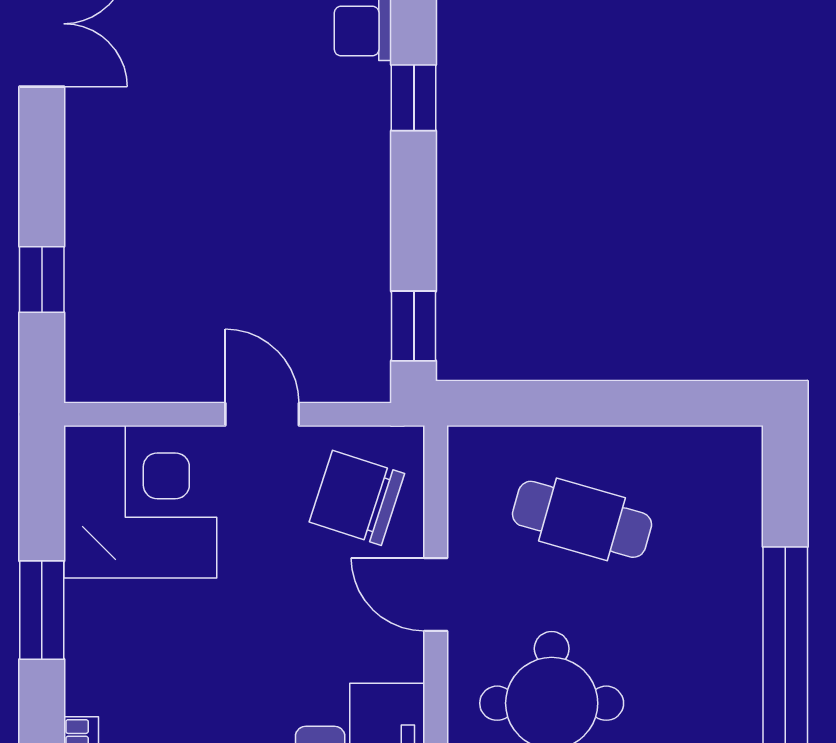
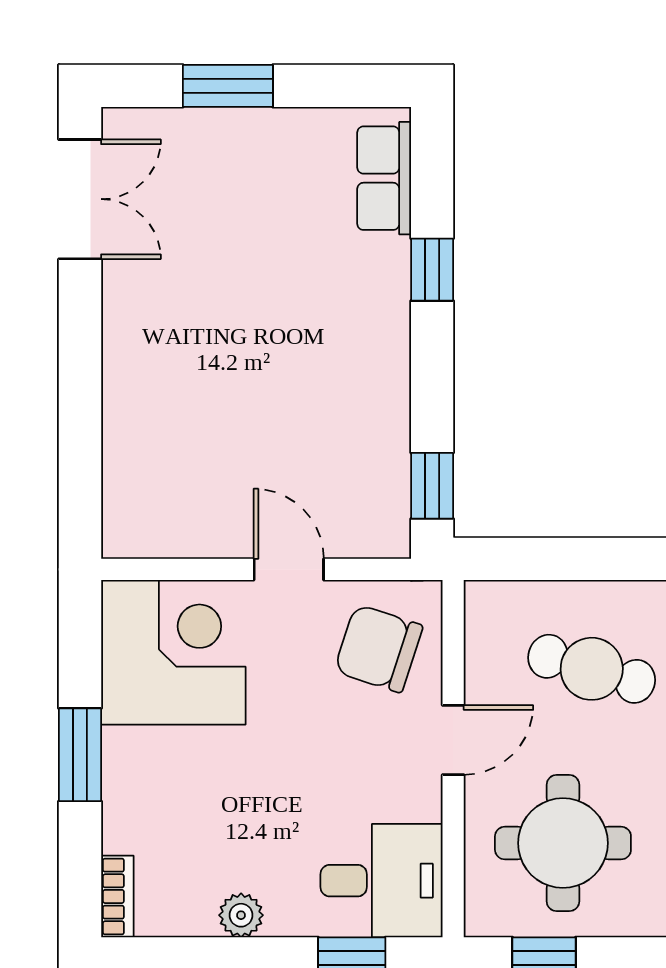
window: (42, 280) -> (80, 442), removed
door: (436, 594) -> (453, 740), swing flipped

